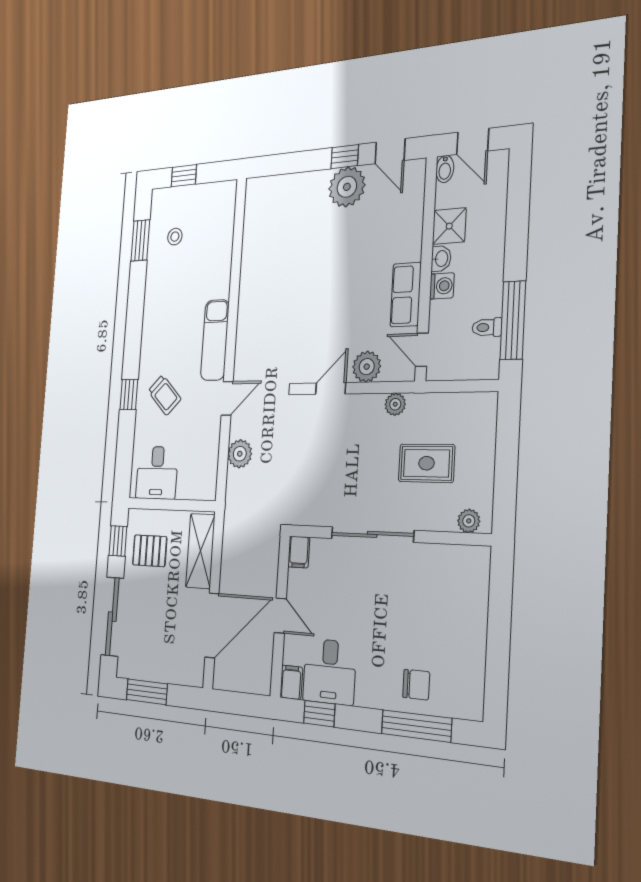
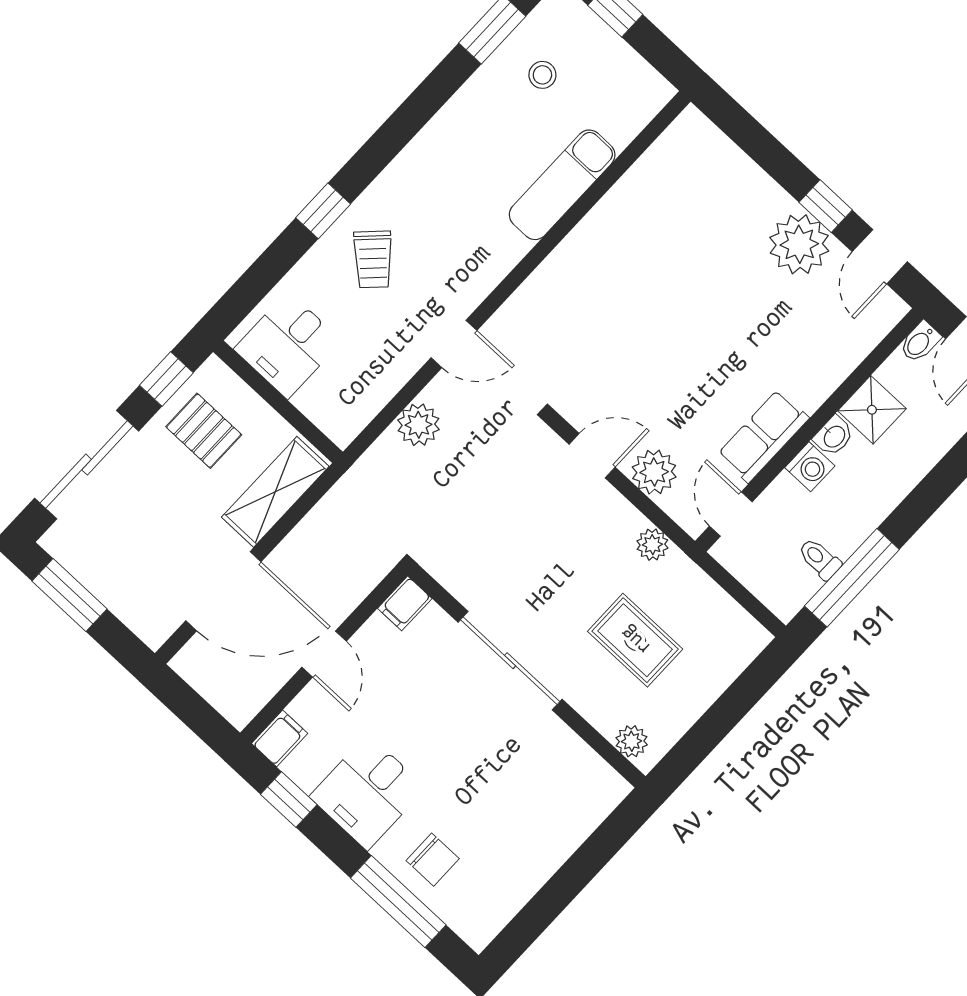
exam couch: (215, 340) -> (562, 185), moved
desk: (329, 672) -> (368, 792), moved

